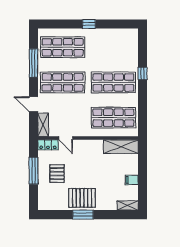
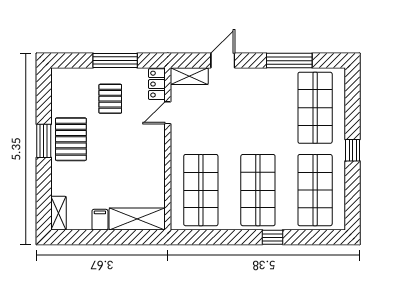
shop shelf: (63, 82) -> (315, 190), moved
shelving: (121, 147) -> (137, 219), moved, turned 90
pallet: (57, 174) -> (110, 99), turned 90

